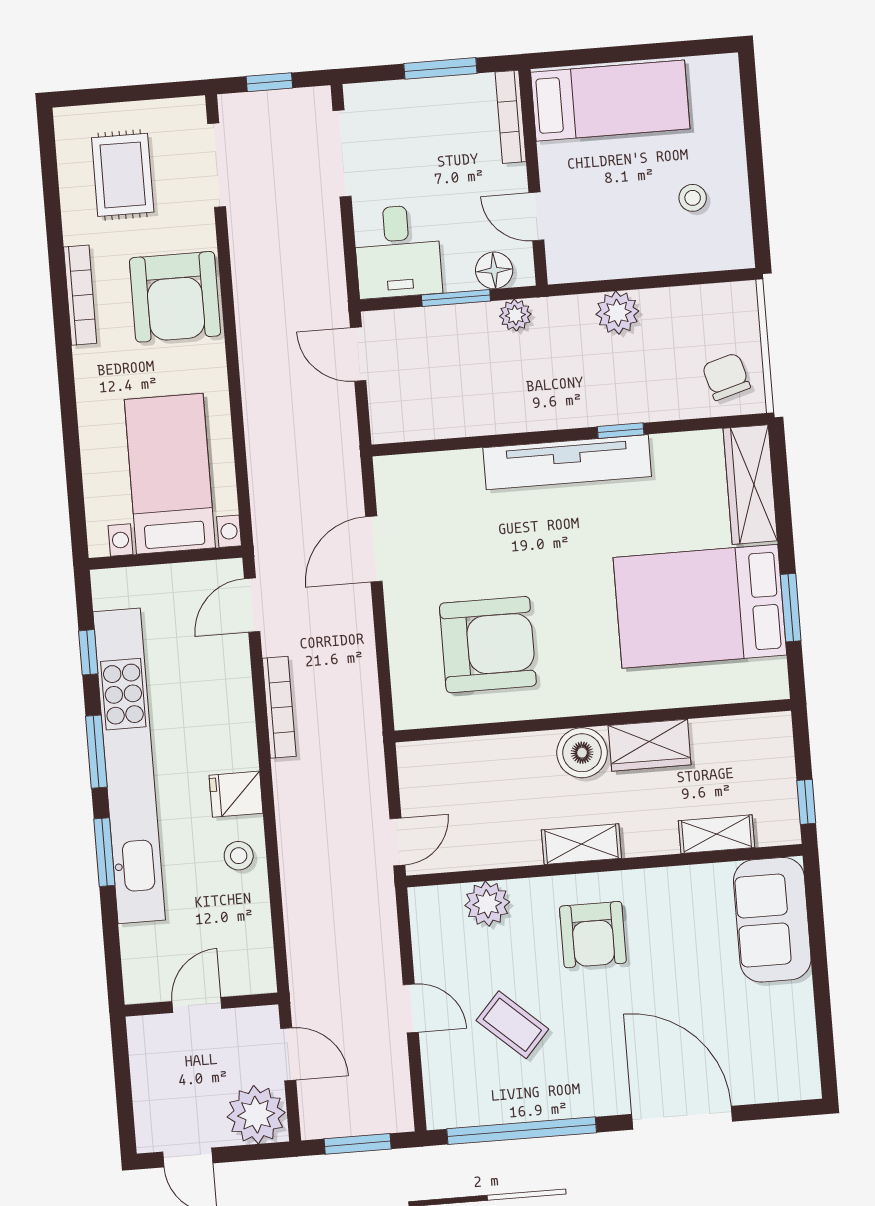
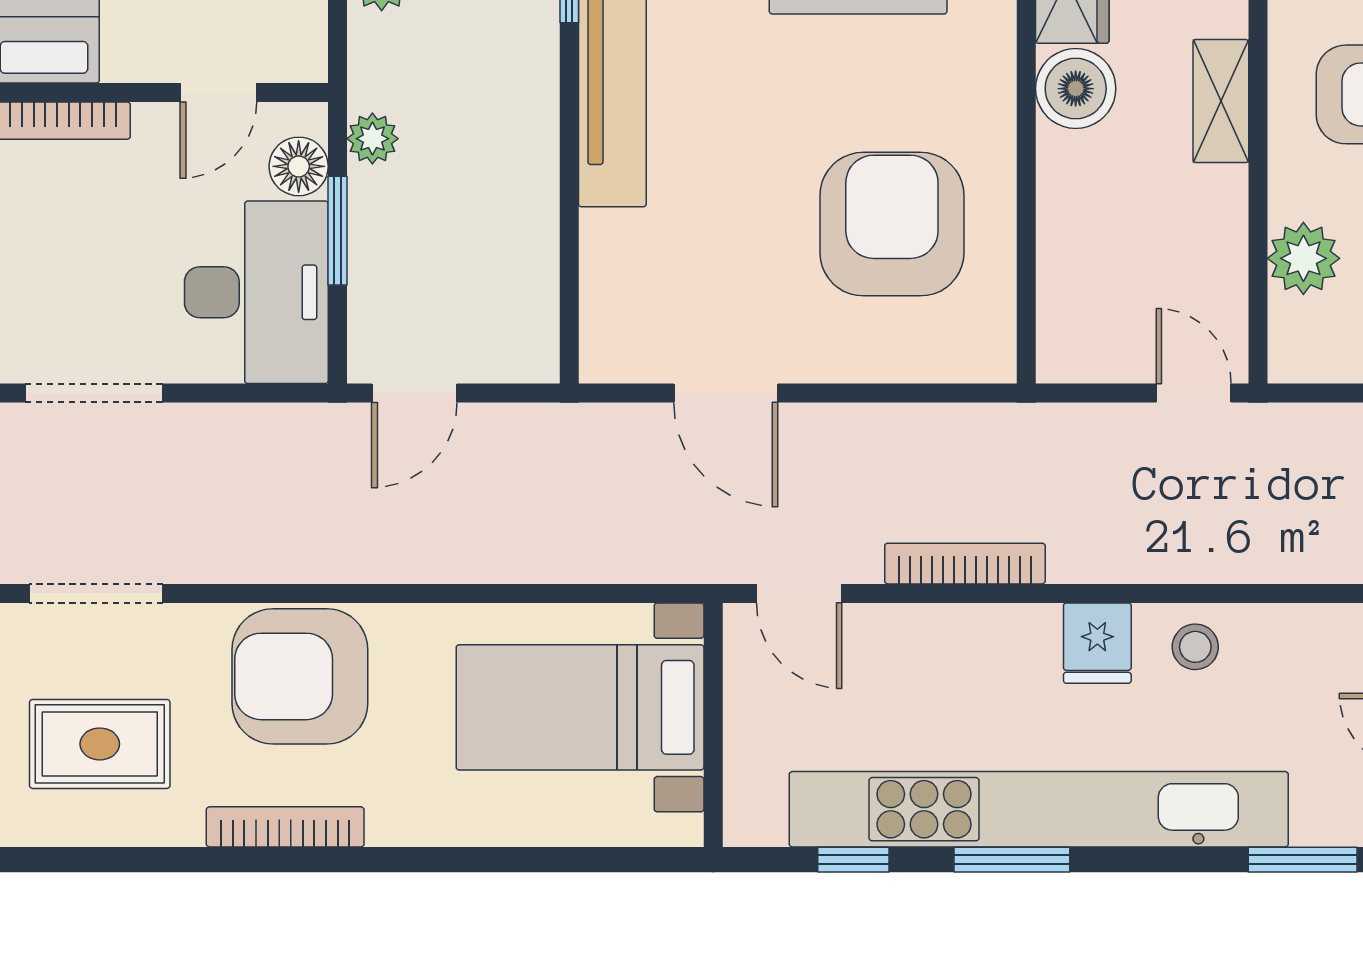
desk: (398, 251) -> (256, 292), width x1.37
armchair: (175, 297) -> (300, 676), turned 180
window: (104, 852) -> (1303, 860), moved

